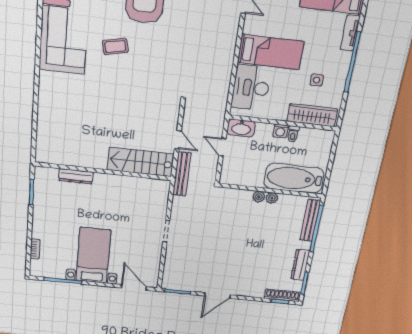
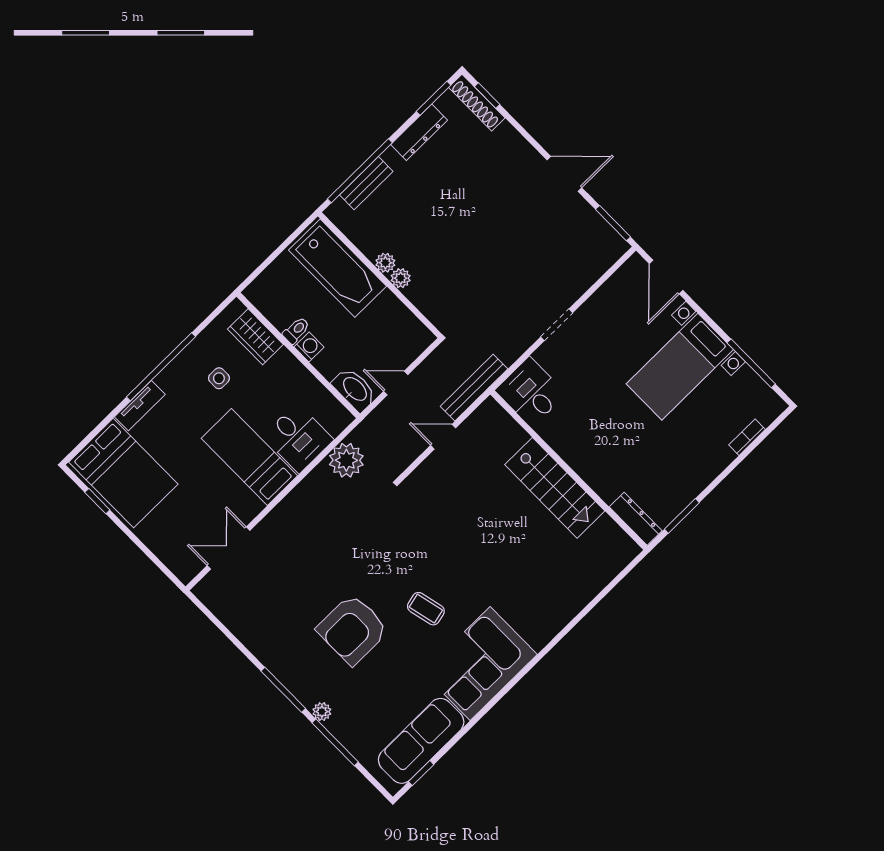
desk: (251, 88) -> (298, 438), width x0.73
plant: (218, 90) -> (346, 460), added
wardrobe: (312, 115) -> (255, 337), width x0.67
door: (178, 140) -> (443, 437), hinge flipped
door: (222, 147) -> (396, 383), swing flipped
stairs: (141, 162) -> (555, 488), moved
dresser: (76, 176) -> (636, 519), moved
desk: (153, 193) -> (531, 392), added
bench: (310, 220) -> (366, 183), width x0.73

